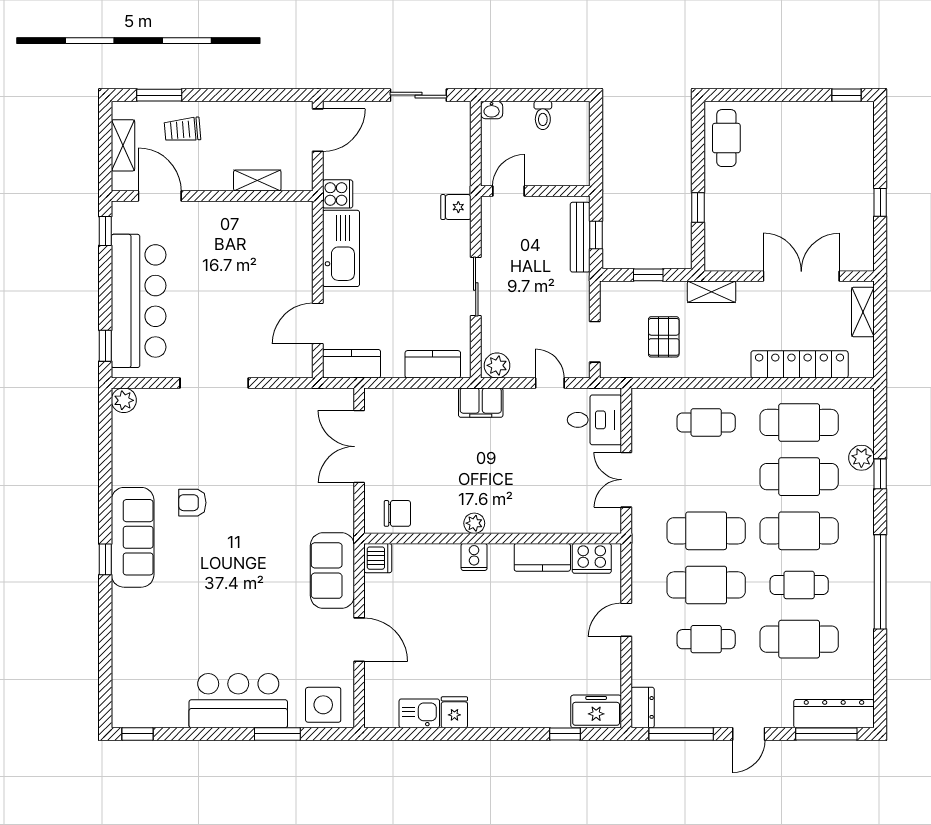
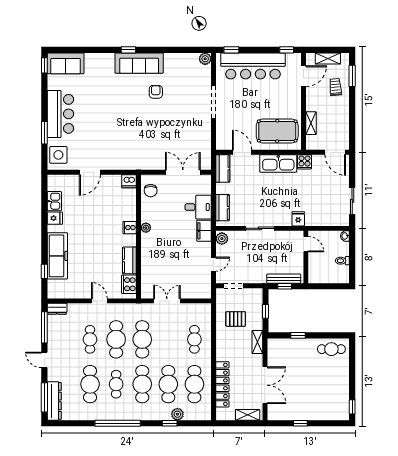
pool table: (274, 251) -> (277, 131), added
desk: (594, 420) -> (198, 207), moved, turned -90
sofa: (332, 571) -> (66, 63), moved, turned 180
freezer: (596, 711) -> (57, 256), moved, width x1.91, depth x1.26

